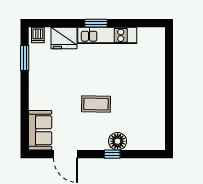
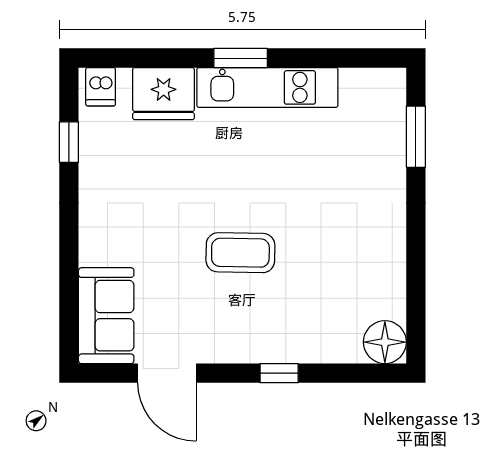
window: (169, 56) -> (416, 137), added
window: (25, 58) -> (69, 142), width x0.67
floor lamp: (118, 141) -> (385, 342), moved

